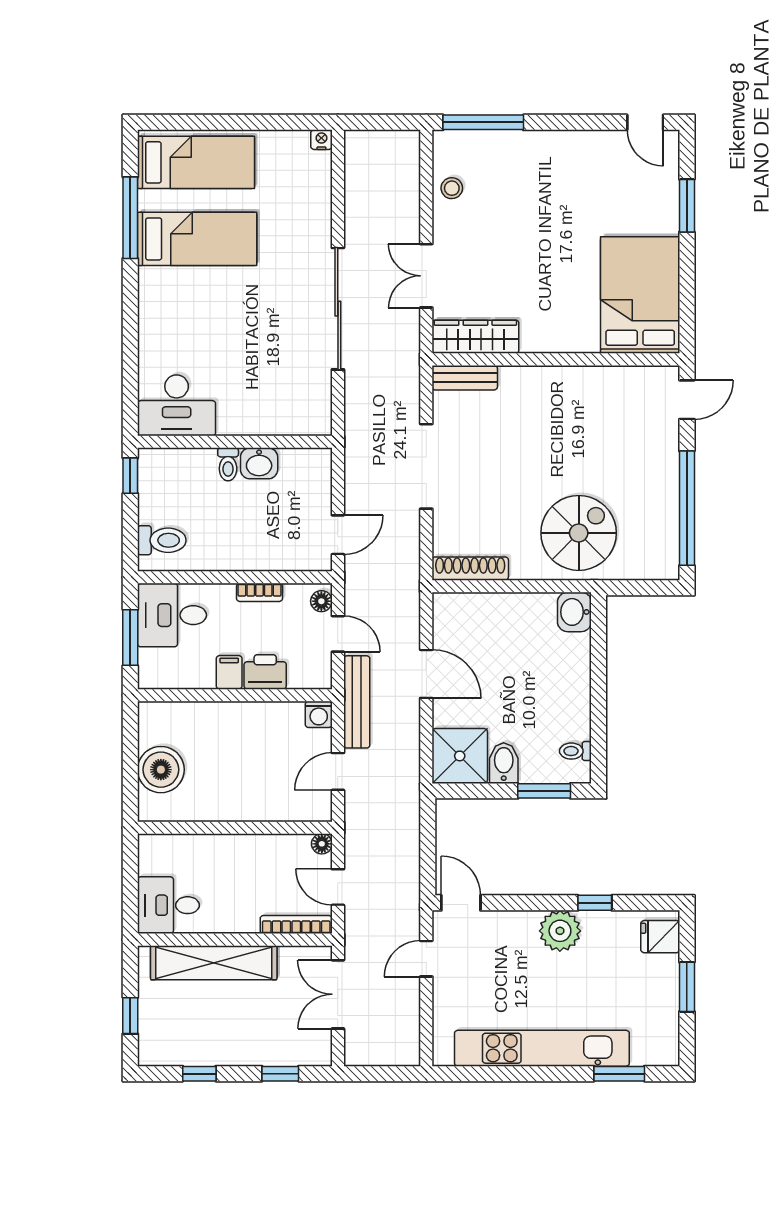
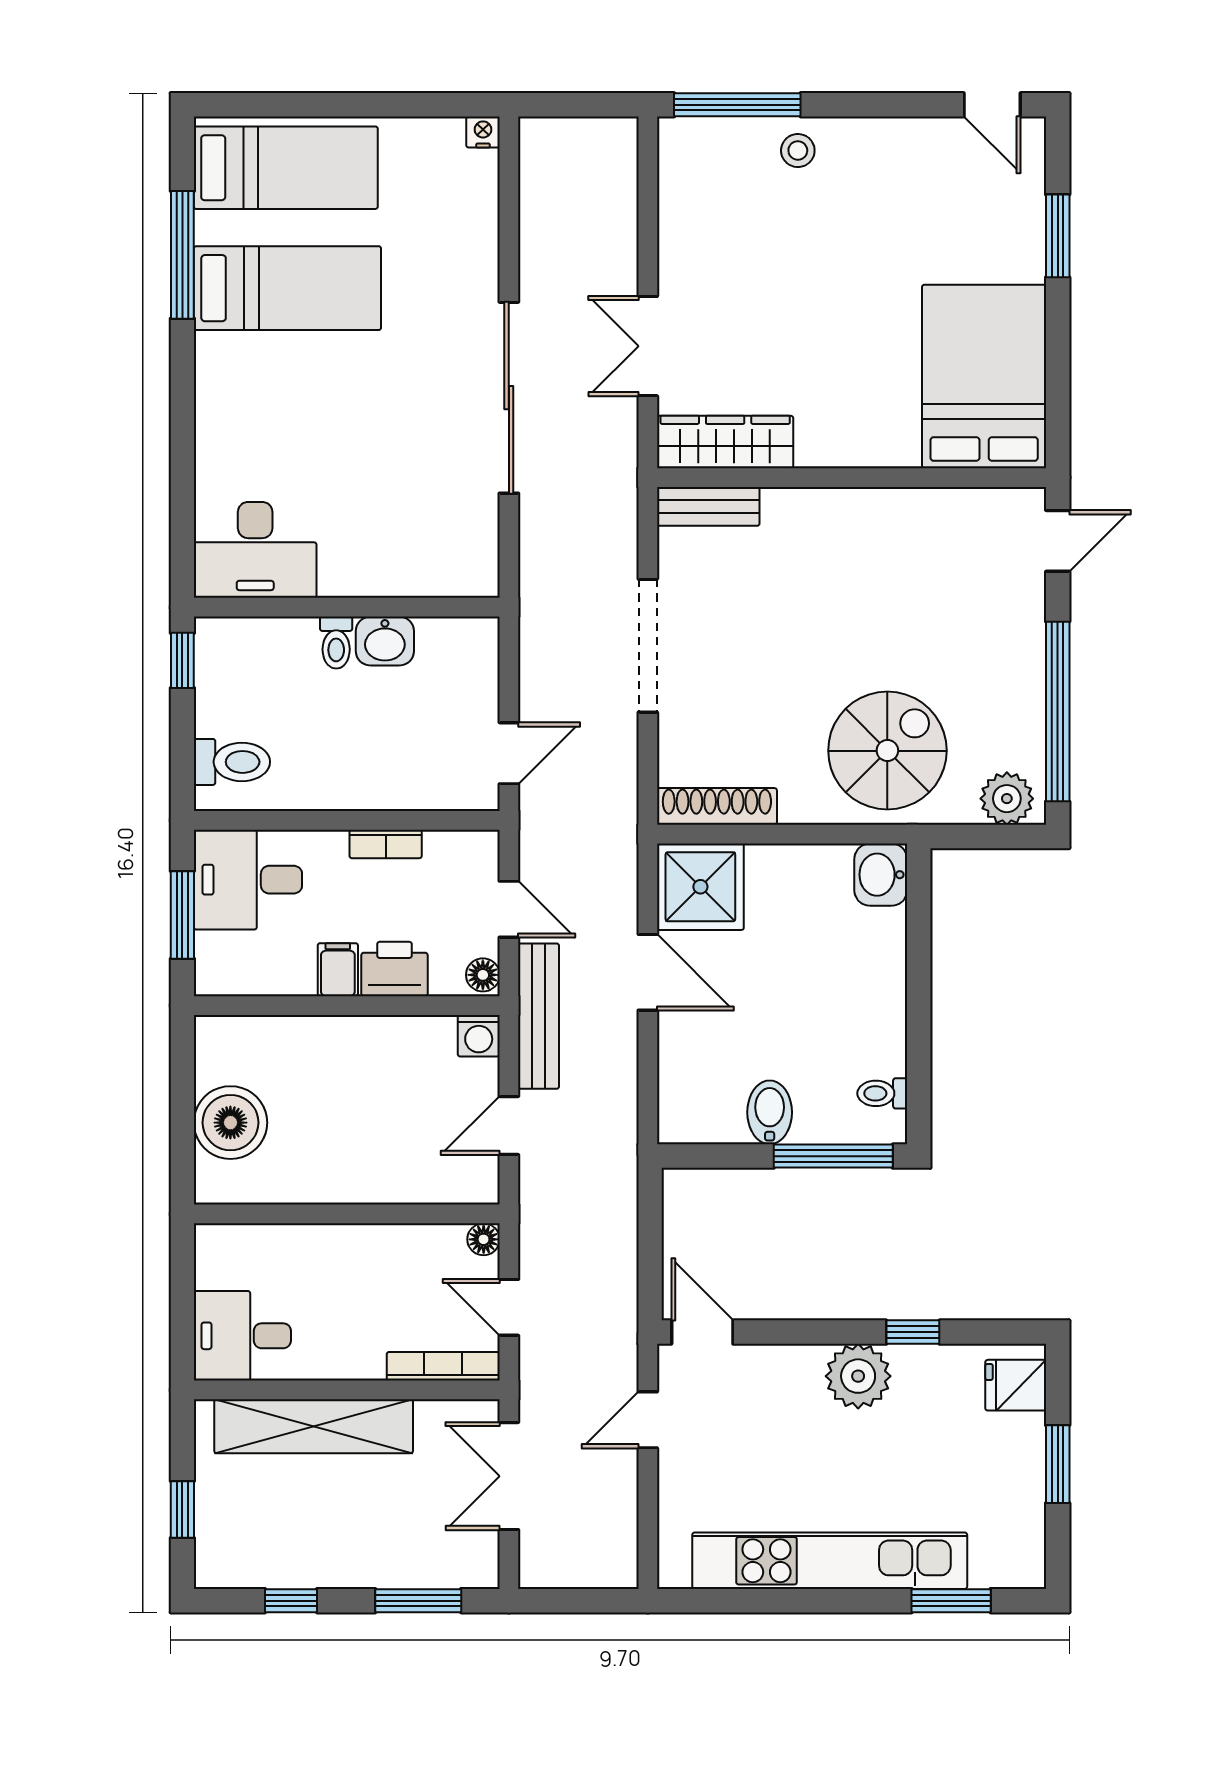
stool: (452, 188) -> (798, 151), moved
plant: (655, 564) -> (1007, 799), added
floor lamp: (321, 601) -> (483, 975), moved
shower: (460, 756) -> (700, 887), moved
window: (544, 791) -> (833, 1156), width x1.44
window: (280, 1074) -> (418, 1601), width x1.50

